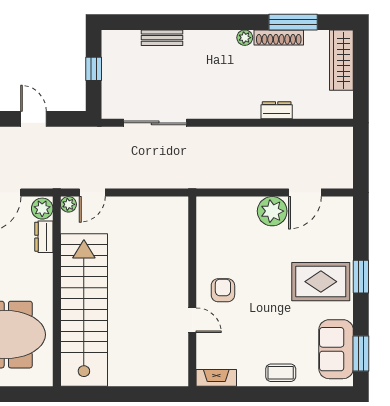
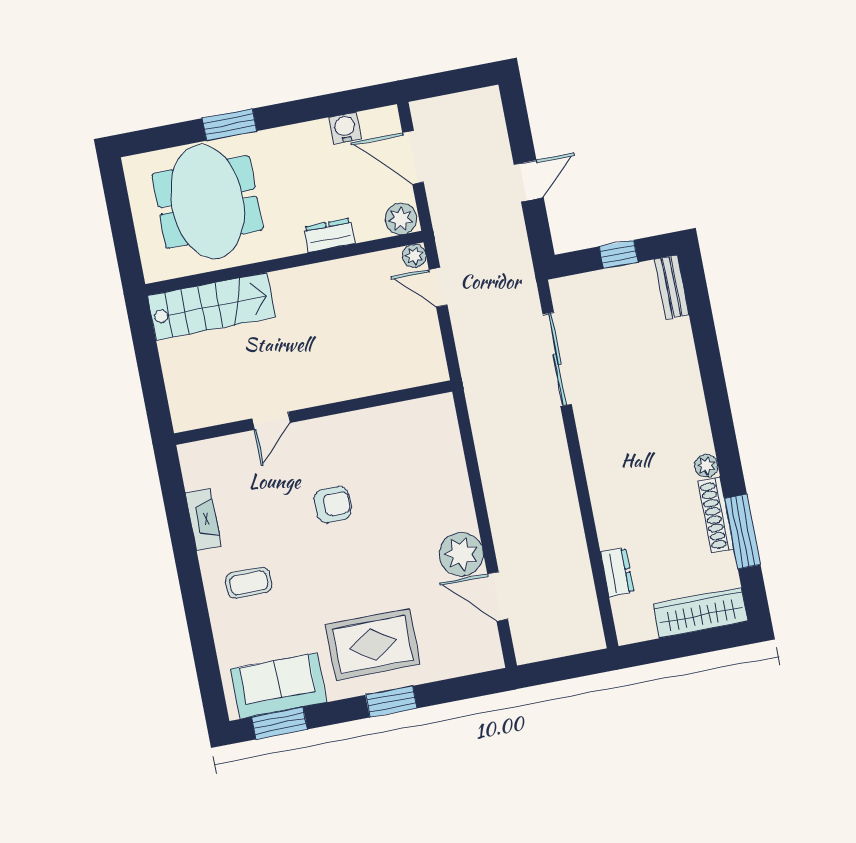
bench: (162, 38) -> (672, 287), moved
dresser: (277, 110) -> (617, 572), moved
dresser: (44, 237) -> (329, 235), moved
rug: (321, 282) -> (373, 645), turned 90
wall: (192, 291) -> (313, 413), moved
stairs: (84, 310) -> (211, 306), width x0.54, depth x0.66
door: (192, 320) -> (271, 421), moved
coffee table: (281, 373) -> (249, 583), moved, turned 90

